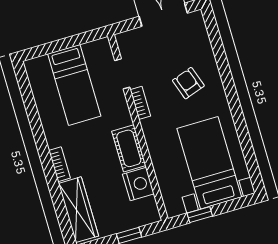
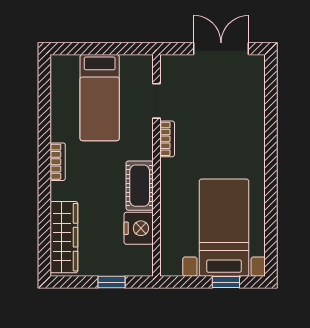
armchair: (188, 83) -> (227, 133), removed
bookcase: (59, 164) -> (58, 162), moved
window: (200, 215) -> (226, 282), moved

